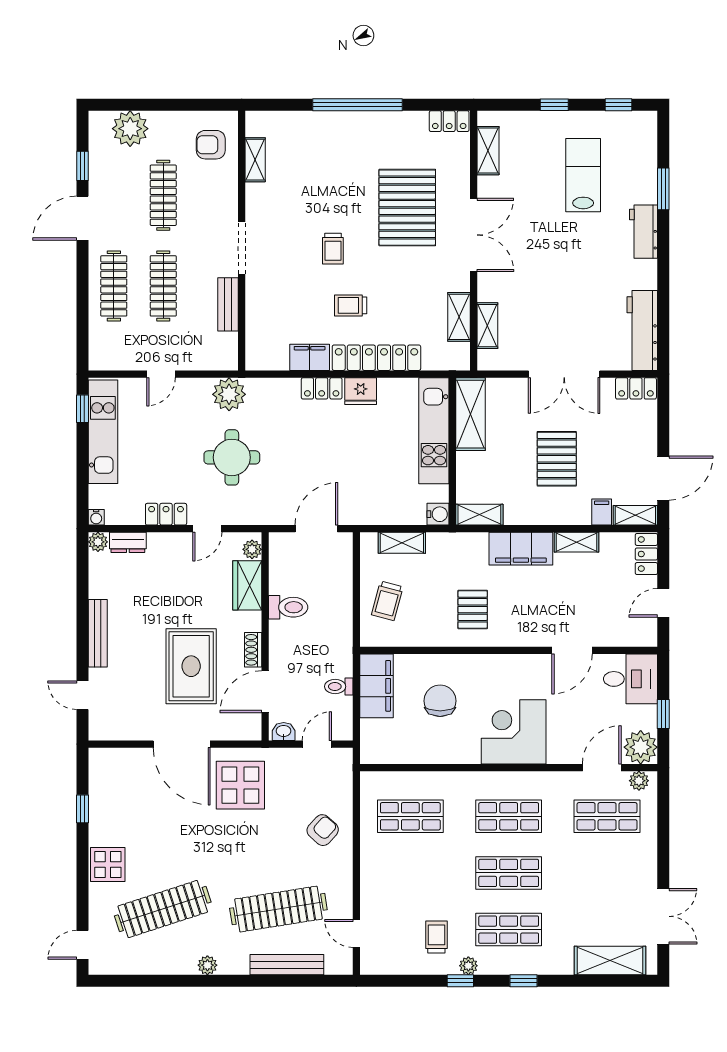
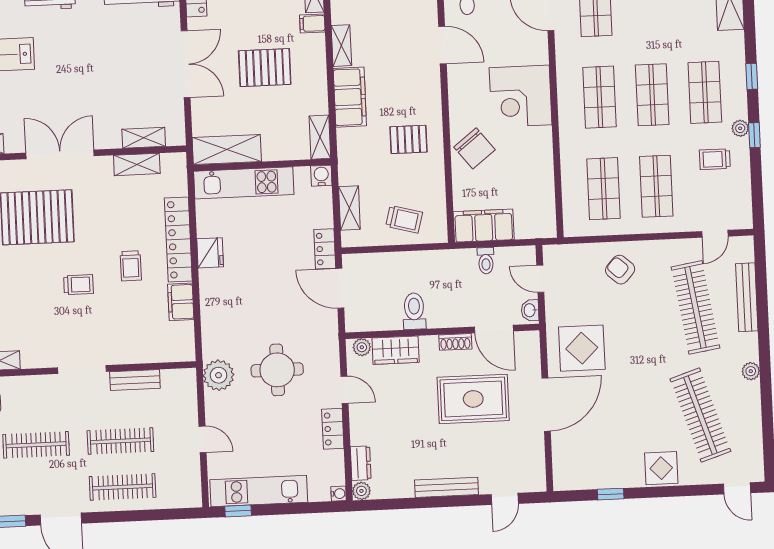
locker: (322, 388) -> (325, 249), moved, turned 180
chair: (440, 701) -> (474, 148), moved, turned -128
shop shelf: (410, 873) -> (656, 186), added

